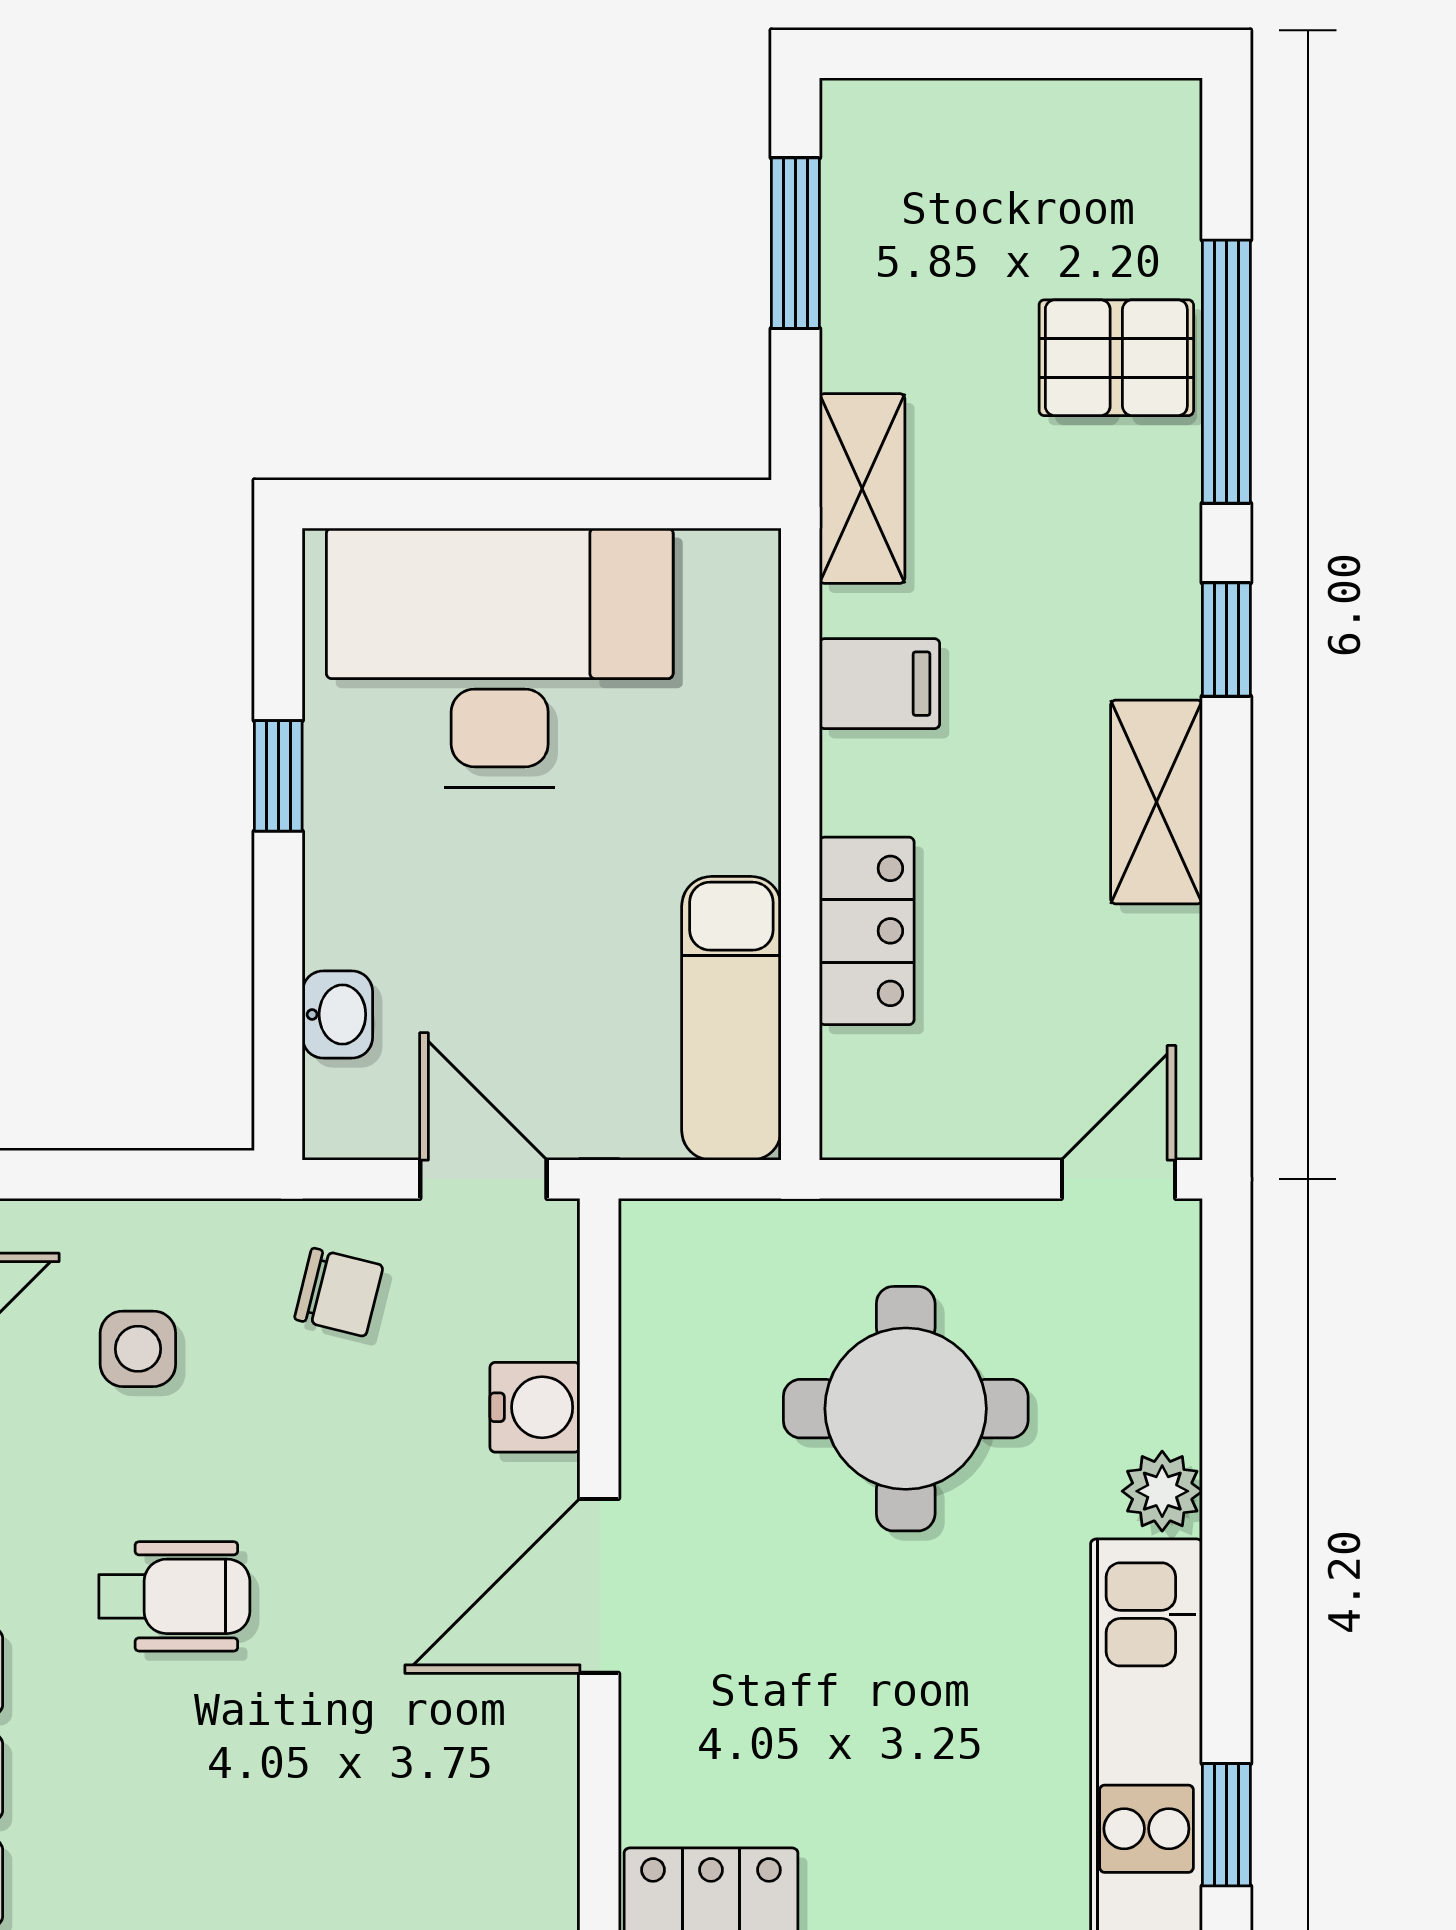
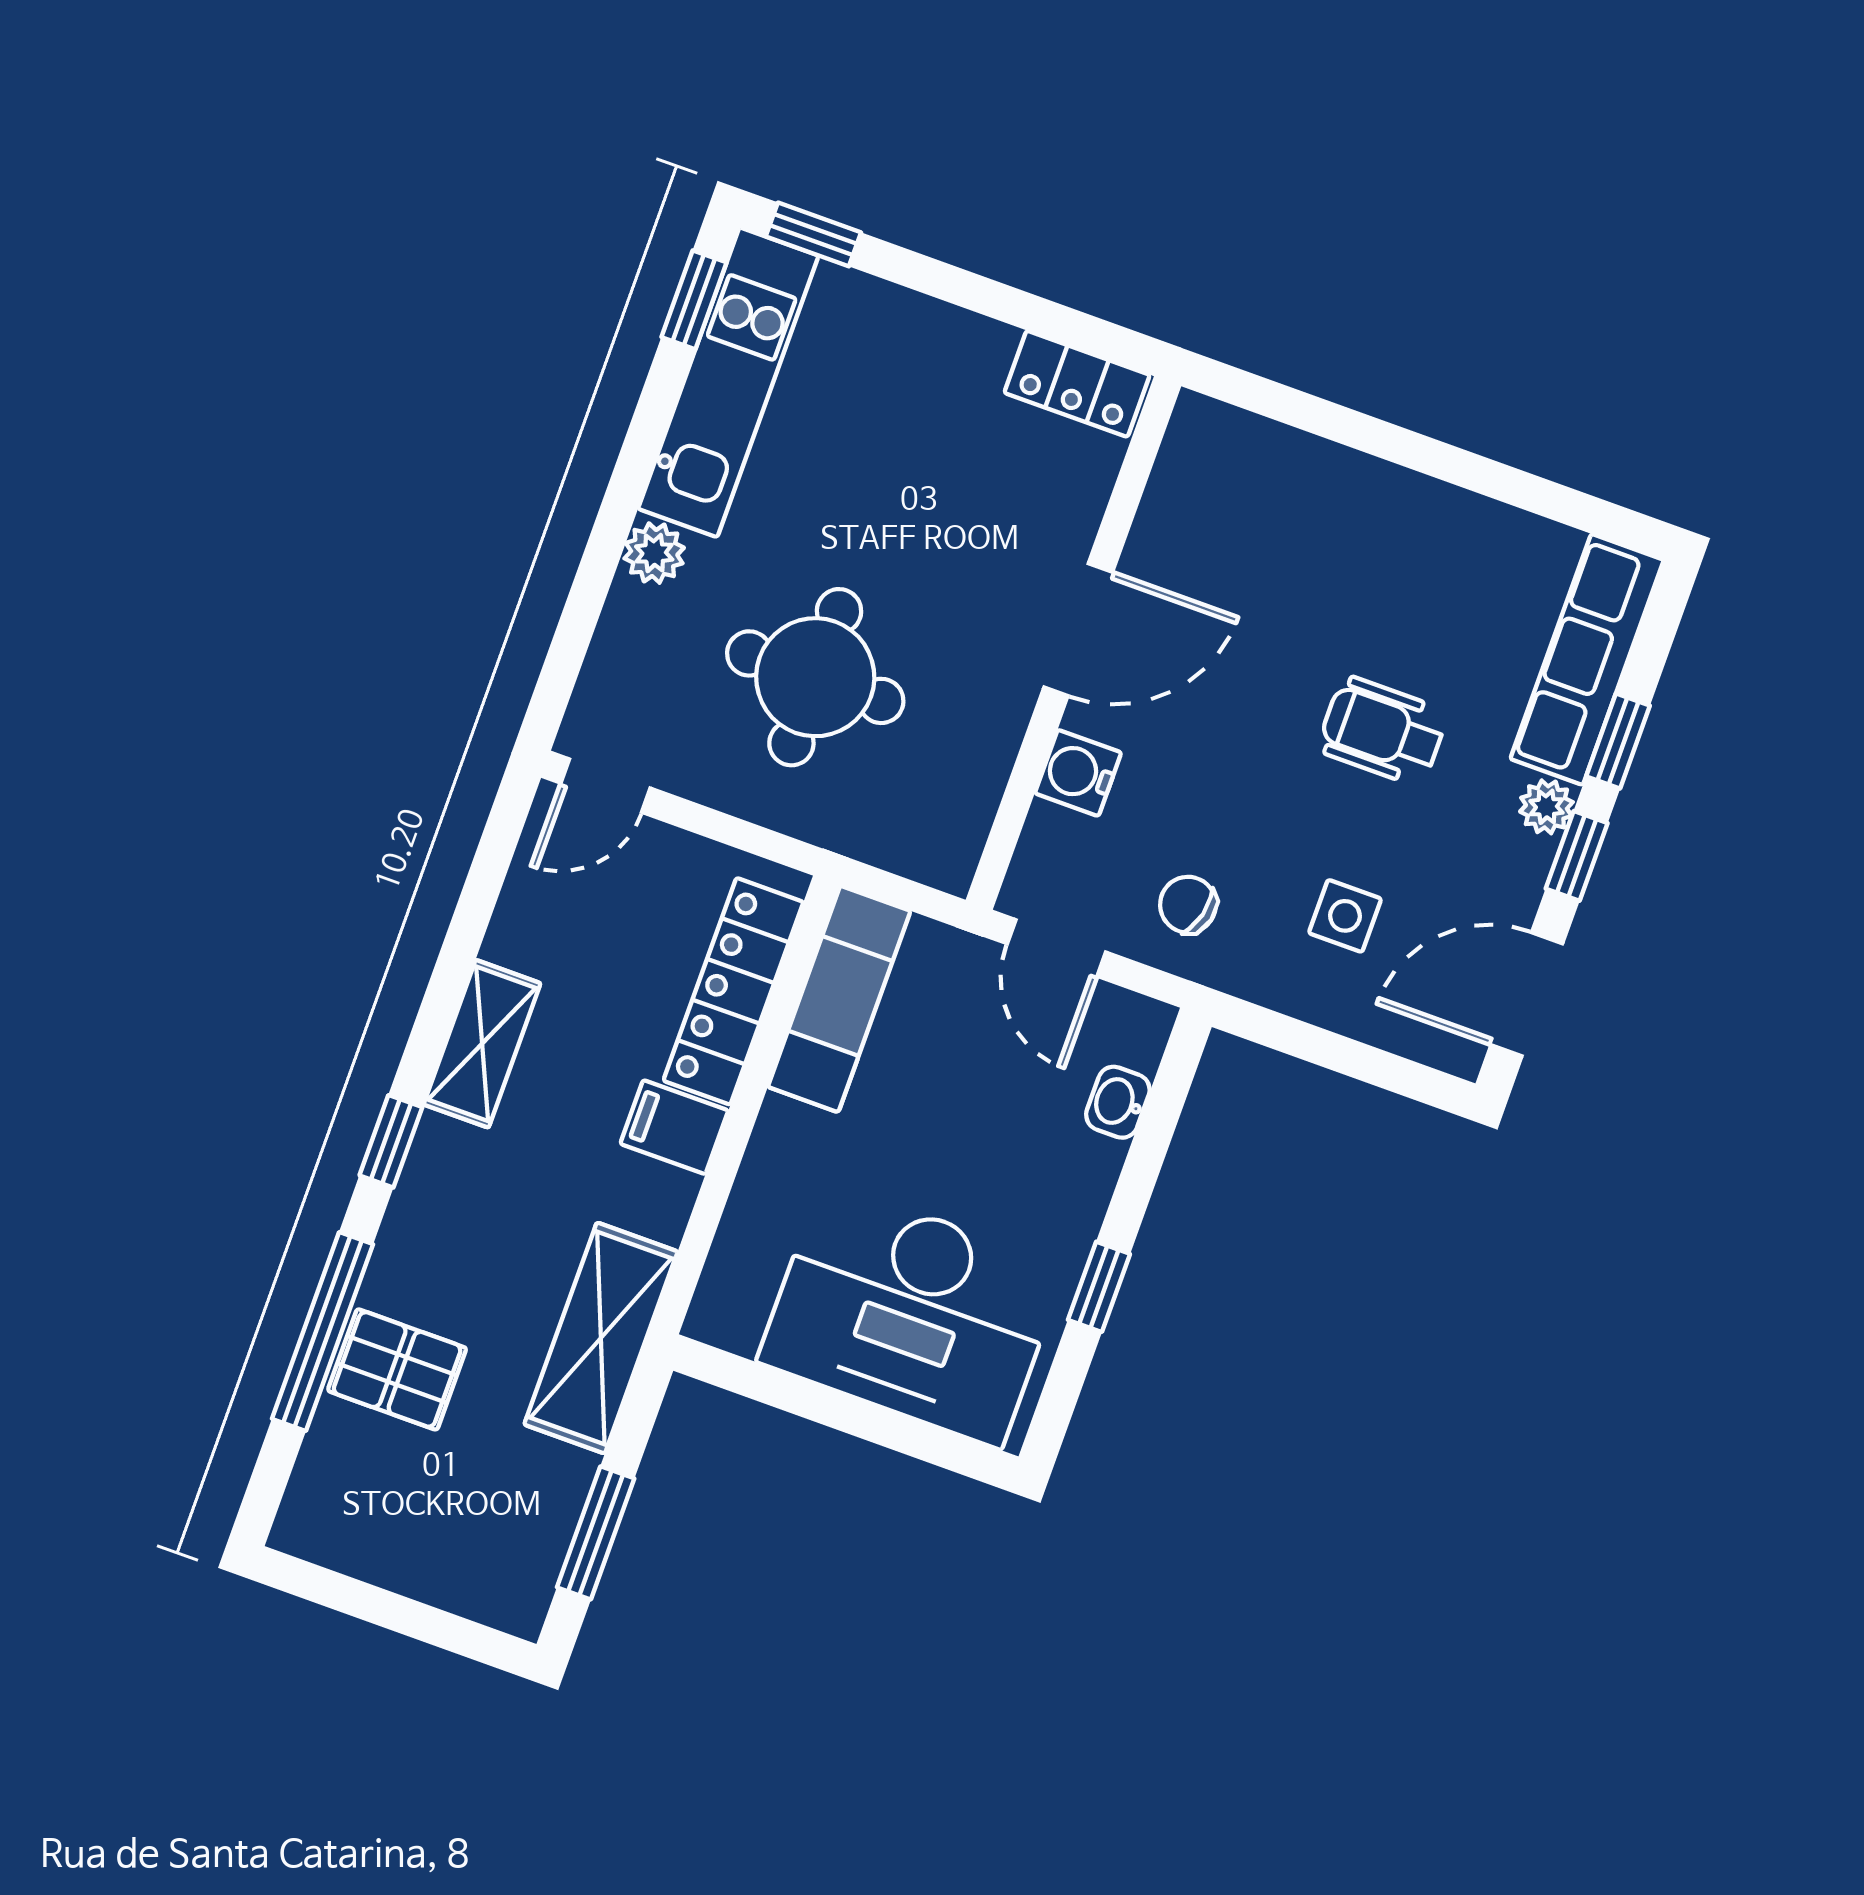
shelving: (862, 488) -> (601, 1338), width x1.50, depth x1.33
filing cabinet: (879, 684) -> (674, 1127), moved
locker: (867, 931) -> (733, 991), width x1.53

